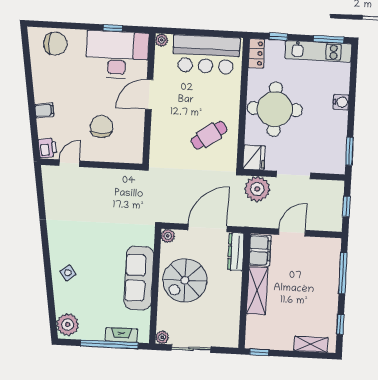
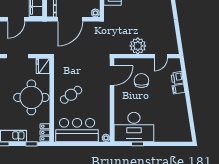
chair: (56, 44) -> (174, 132), removed
door: (149, 94) -> (112, 75), moved
chair: (101, 127) -> (141, 81), turned 180
cafe table: (209, 135) -> (71, 95), moved
printer: (47, 148) -> (177, 78), moved
plant: (257, 189) -> (138, 46), moved

